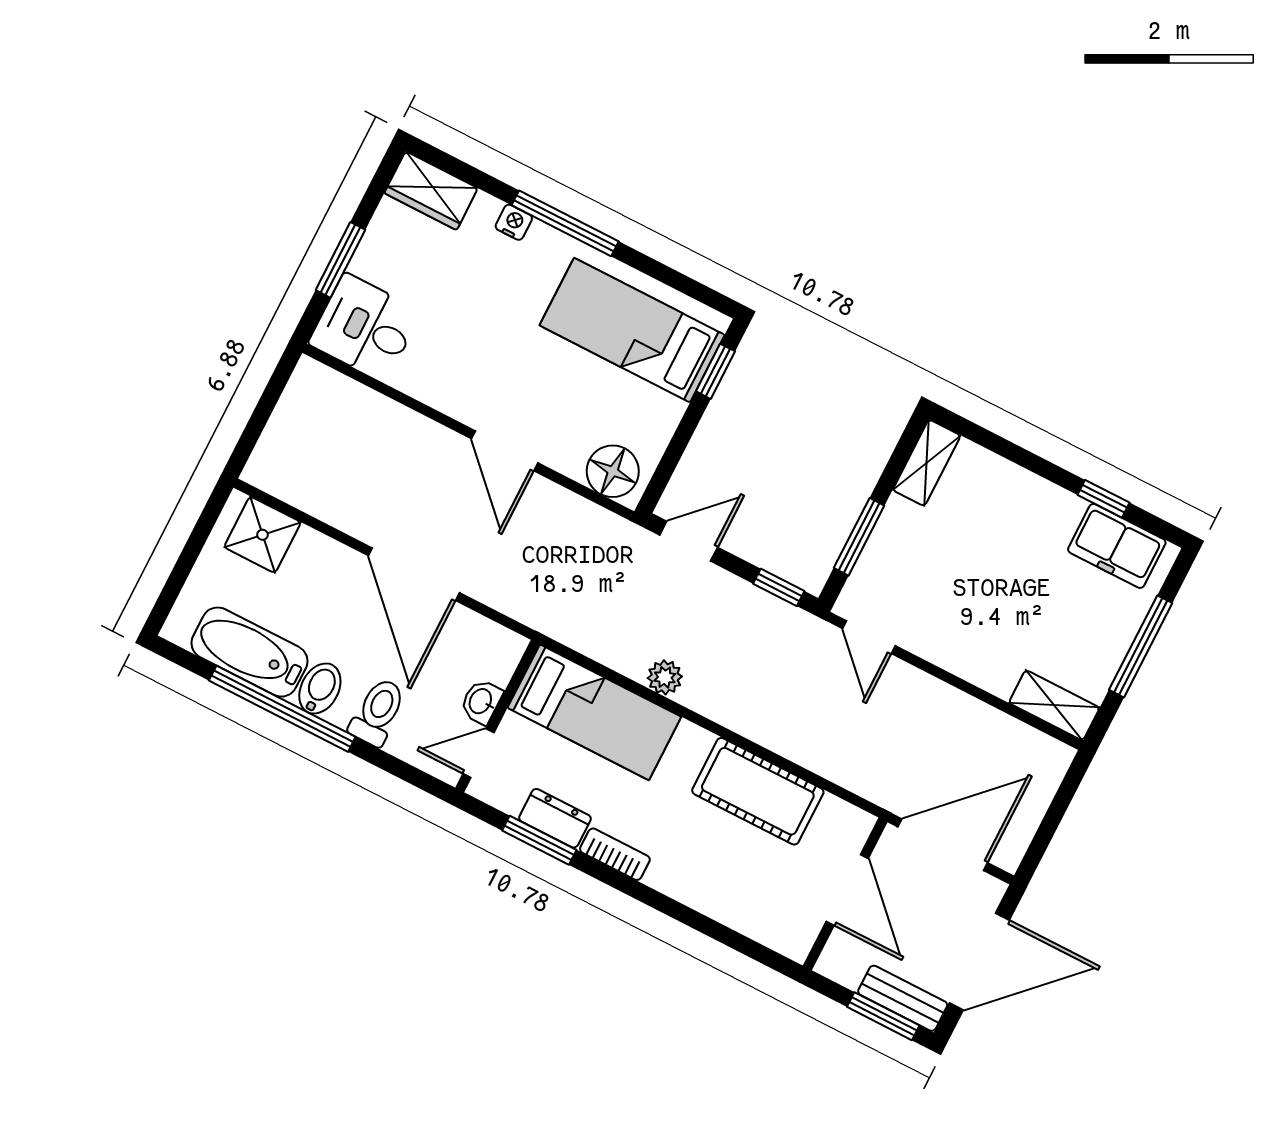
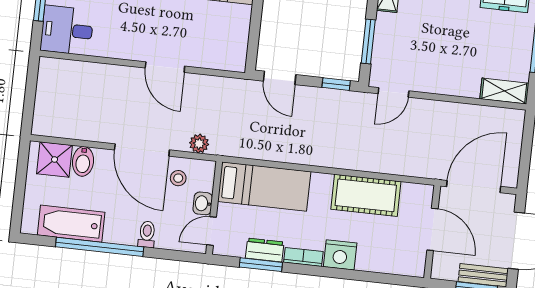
floor lamp: (613, 471) -> (226, 56), removed
door: (689, 541) -> (280, 78), swing flipped
door: (869, 637) -> (393, 92), hinge flipped
stool: (456, 644) -> (178, 178), added
plant: (665, 677) -> (199, 144), moved
bidet: (320, 688) -> (83, 161), moved, turned 180
toilet: (378, 712) -> (147, 234), width x0.73, depth x0.72
nightstand: (677, 874) -> (340, 255), added

